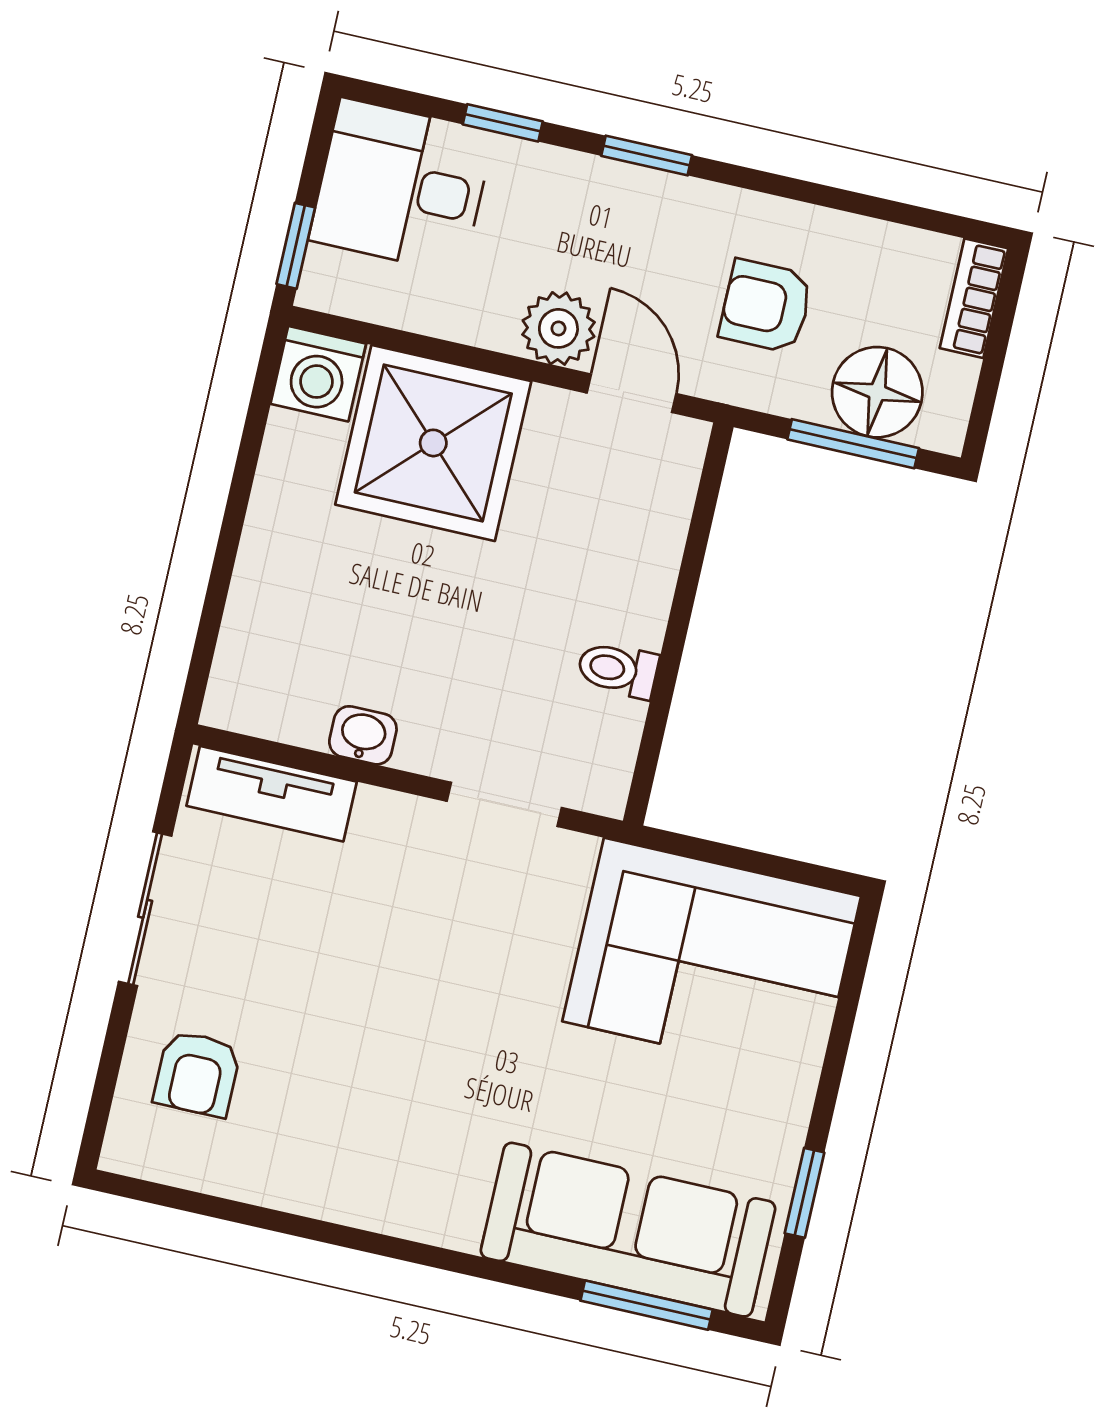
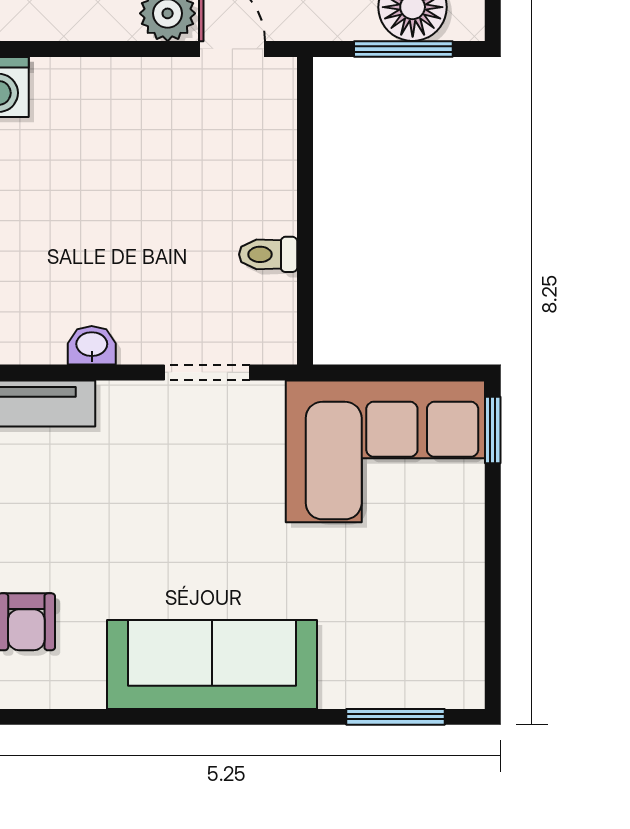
shower: (433, 443) -> (95, 119), removed
window: (804, 1193) -> (493, 430), moved
sofa: (628, 1230) -> (212, 664), moved

